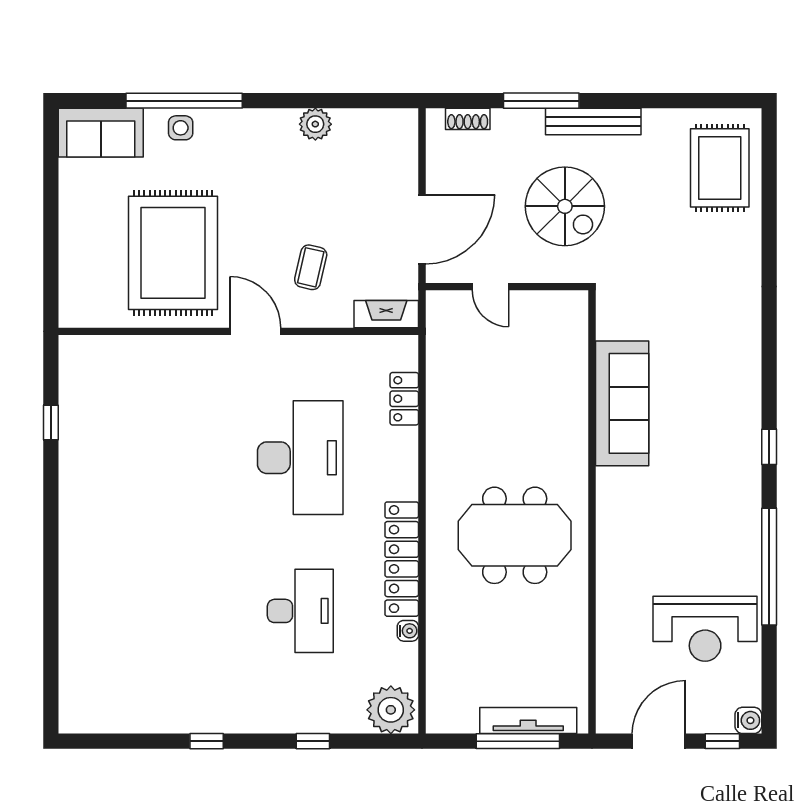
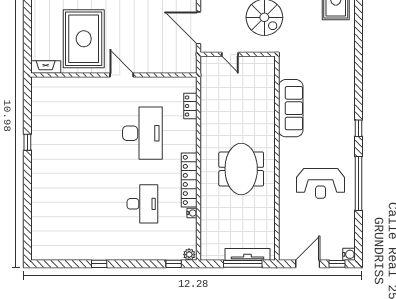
door: (422, 229) -> (198, 28), swing flipped
coffee table: (311, 267) -> (147, 45), removed
fireplace: (386, 314) -> (46, 67), moved
window: (51, 423) -> (27, 142), moved
meeting table: (515, 535) -> (241, 169), turned 90
reception desk: (705, 629) -> (321, 183), moved
plant: (391, 710) -> (189, 255), width x0.53, depth x0.53
window: (313, 741) -> (174, 264), moved

